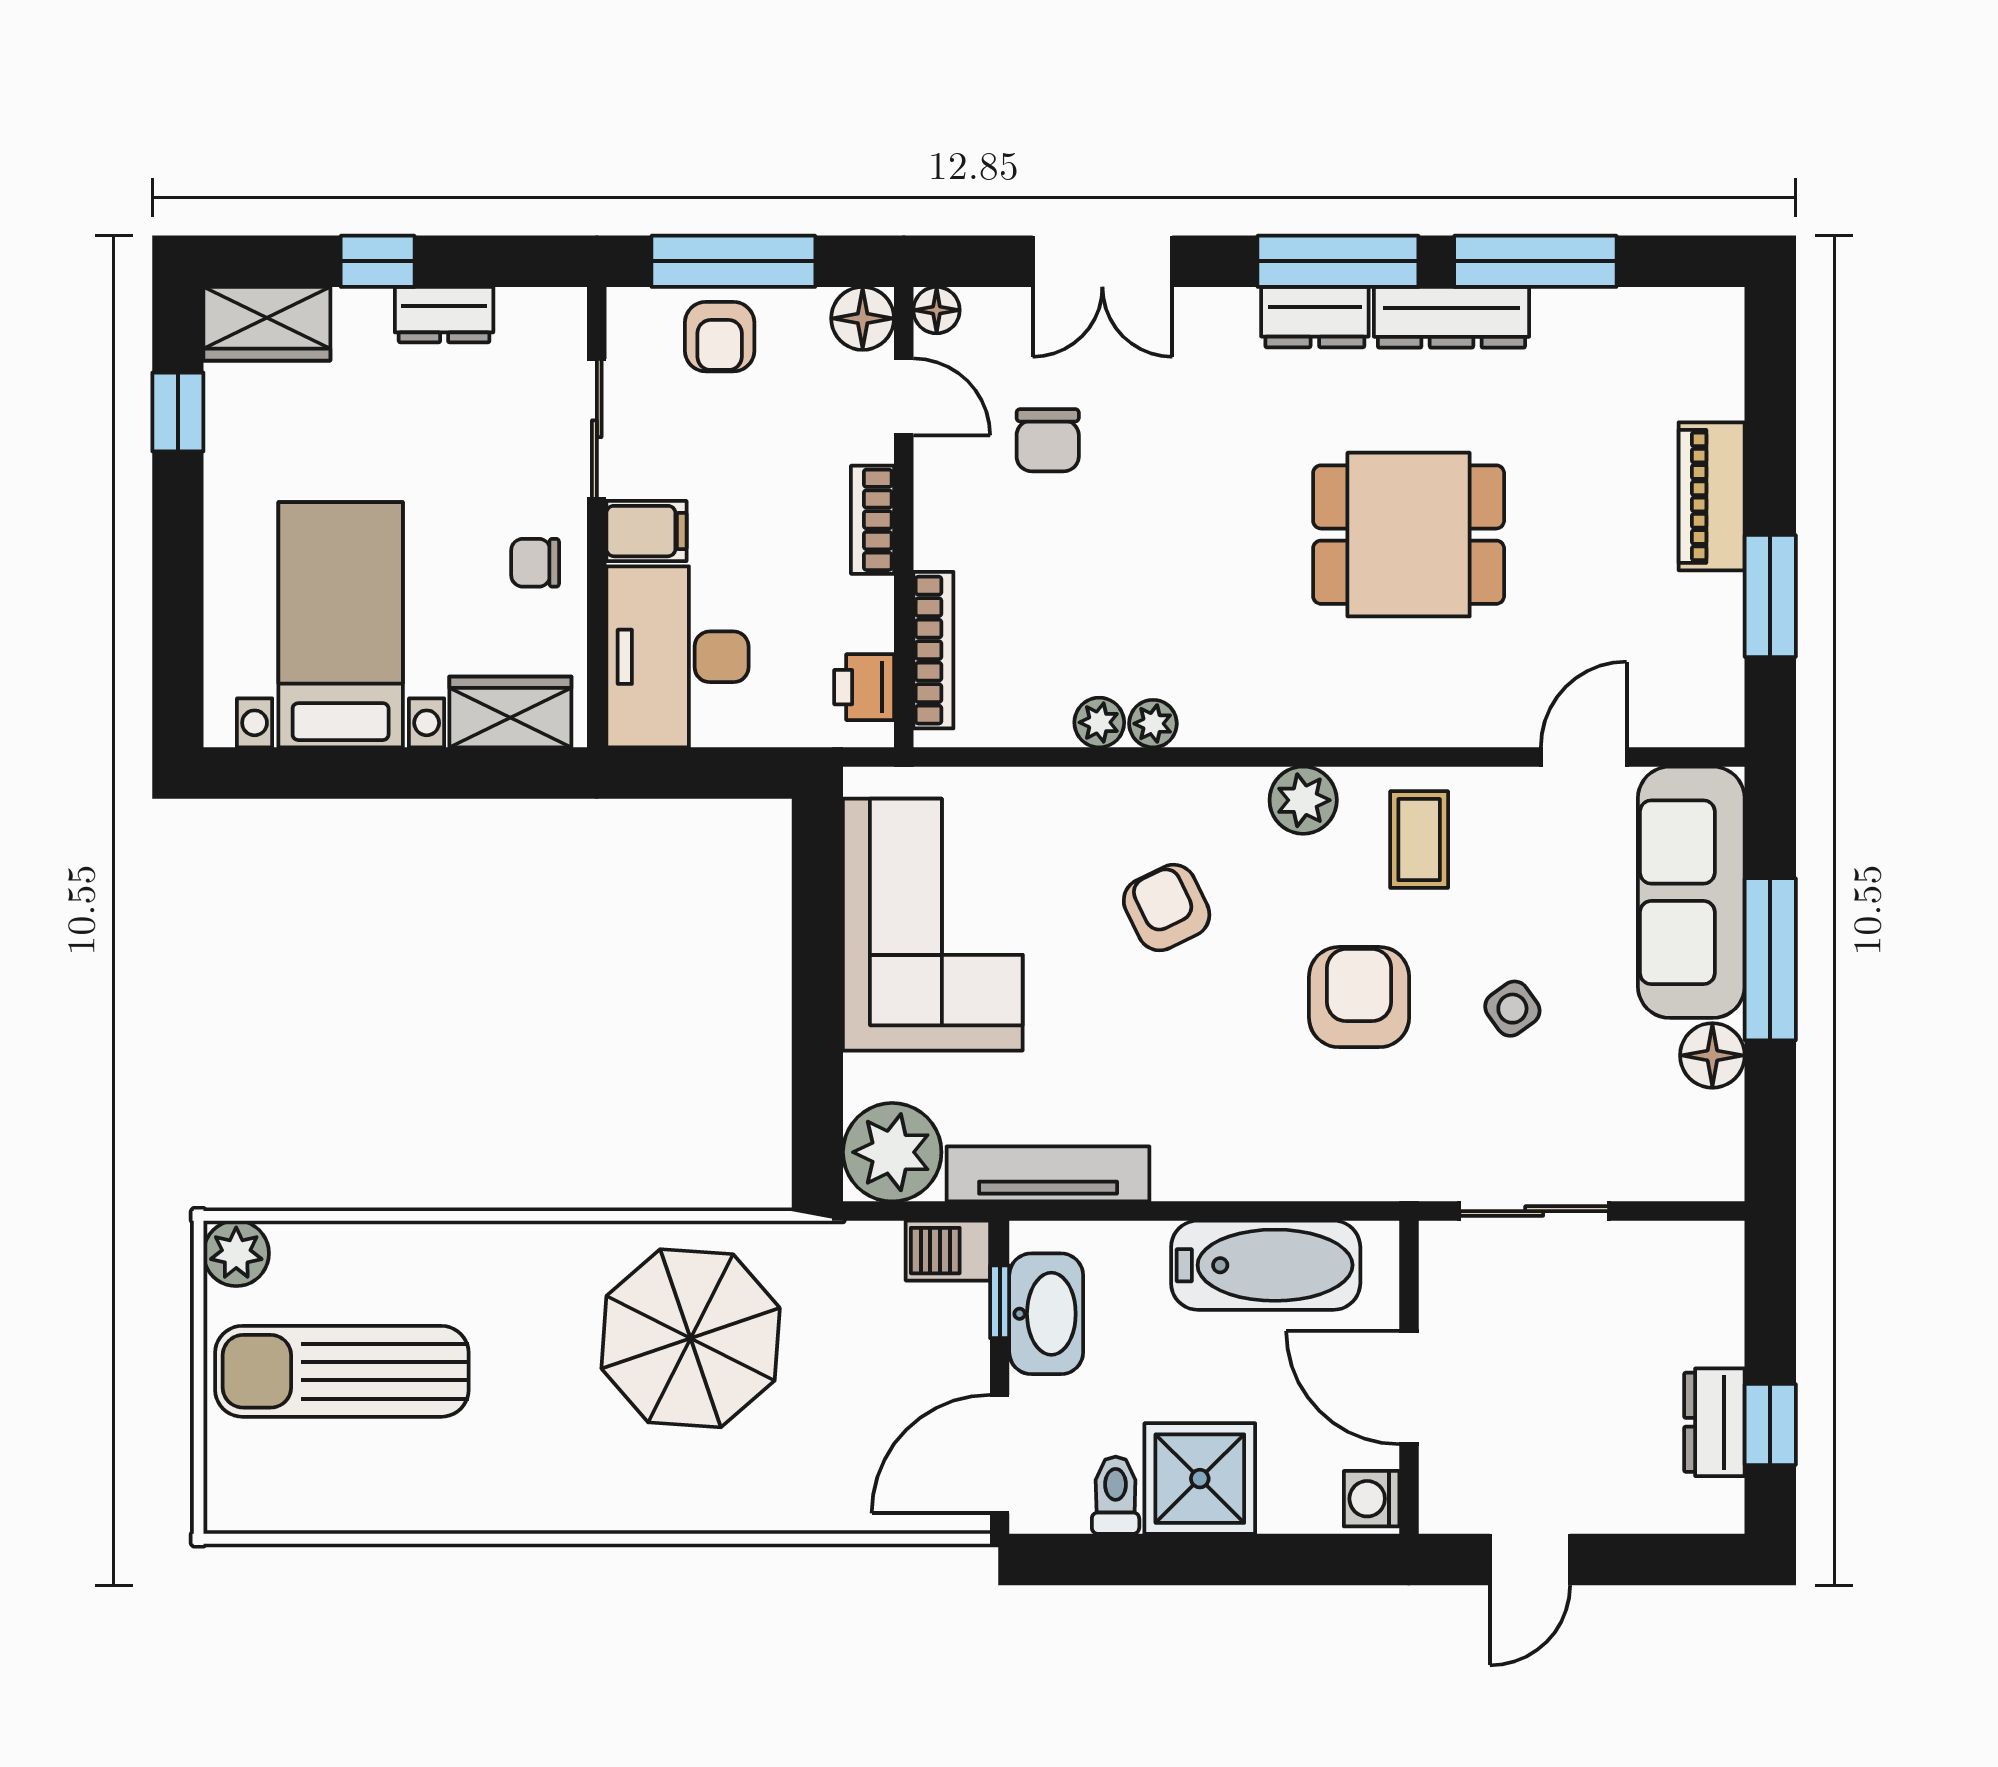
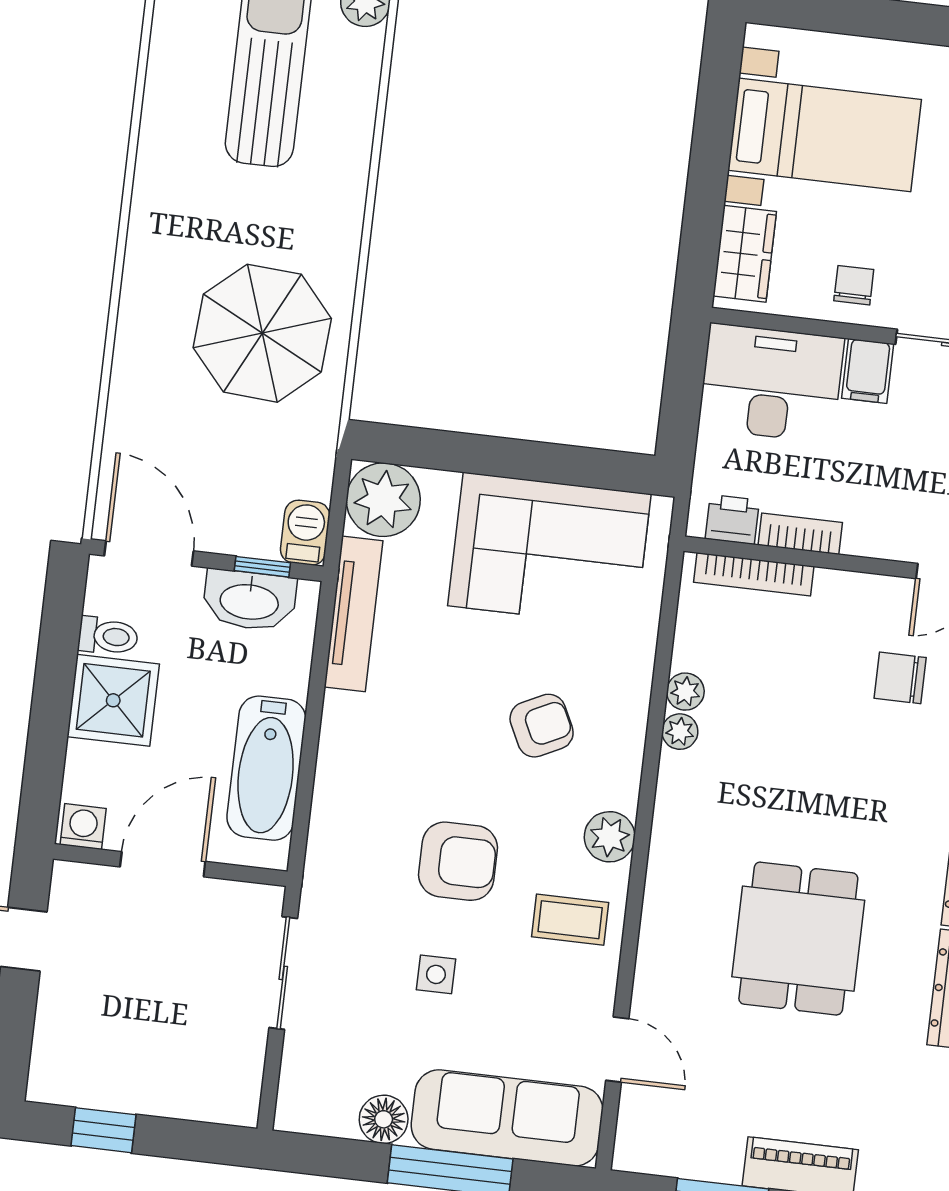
bookcase: (873, 520) -> (800, 534), moved
side table: (1512, 1009) -> (436, 974), turned 36
dresser: (1714, 1422) -> (110, 1089), removed

